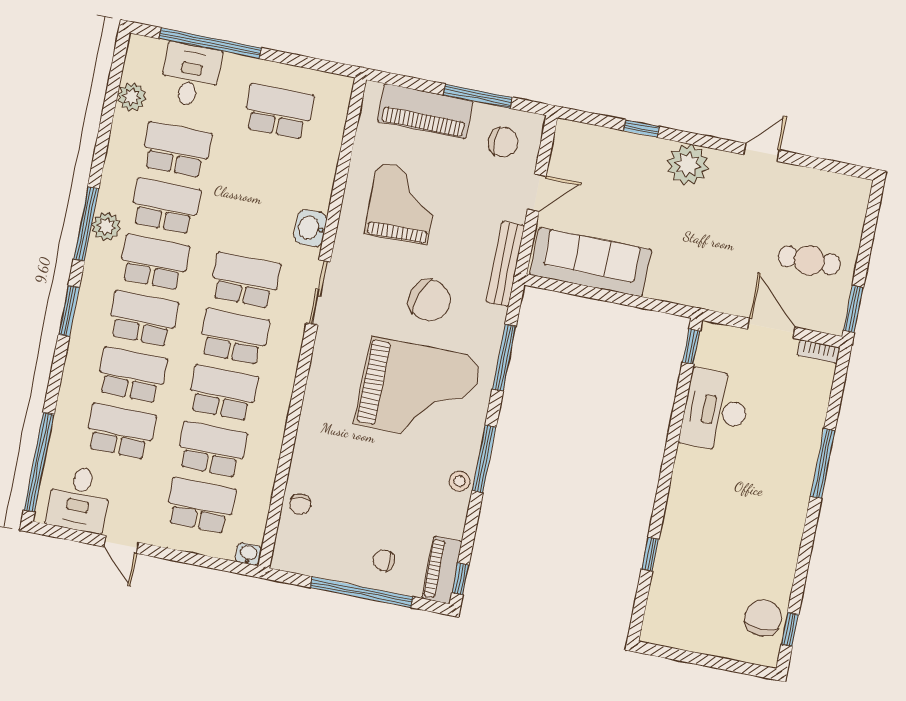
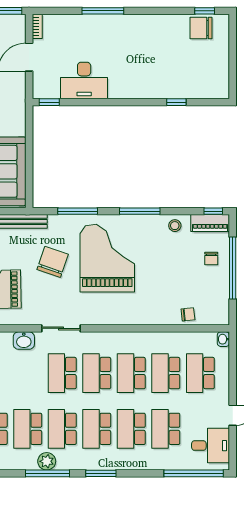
stool: (460, 481) -> (175, 226), moved

